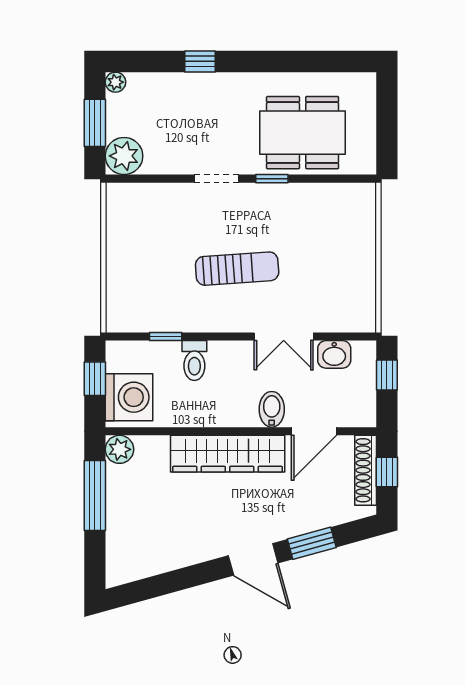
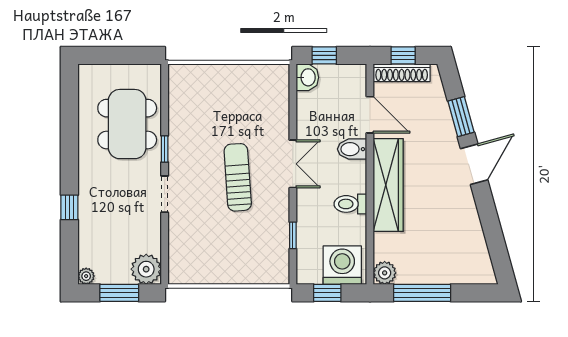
double door: (284, 337) -> (293, 164), moved
washbasin: (334, 354) -> (307, 77), moved
toilet: (194, 361) -> (350, 204), moved, turned 180

